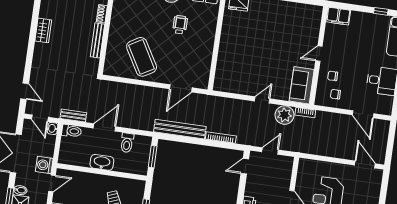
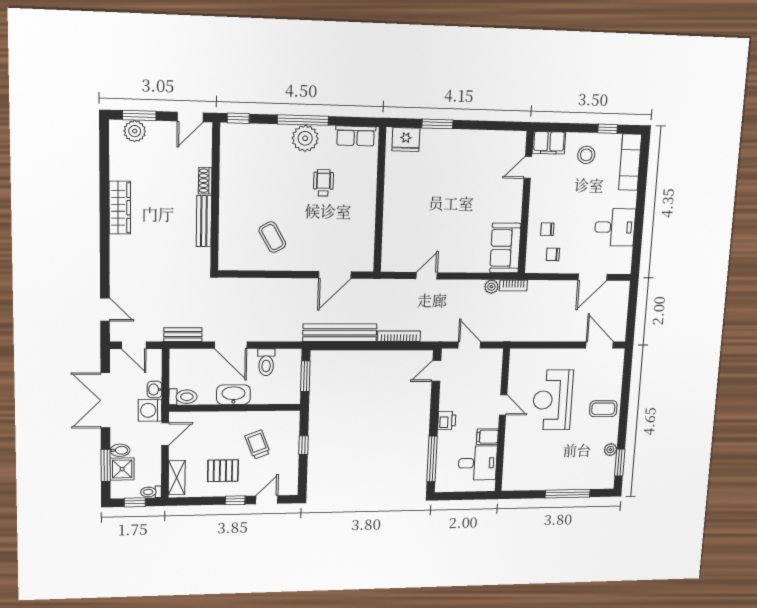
stool: (364, 28) -> (586, 155), added
wardrobe: (43, 30) -> (120, 208), width x1.50
door: (319, 54) -> (528, 167), moved
coffee table: (142, 57) -> (272, 237), width x0.54, depth x0.58
door: (262, 100) -> (427, 276), moved
door: (363, 114) -> (593, 277), hinge flipped
plant: (285, 115) -> (491, 287), width x0.53, depth x0.53
door: (104, 127) -> (231, 345), swing flipped
washbasin: (53, 128) -> (155, 390), moved
toilet: (72, 131) -> (183, 397), moved
door: (270, 151) -> (469, 345), hinge flipped

